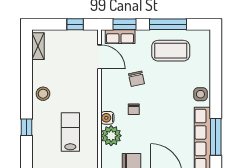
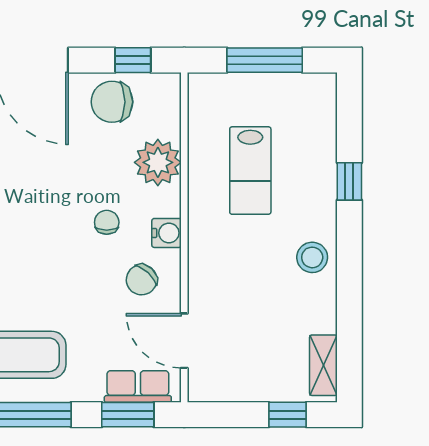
window: (75, 24) -> (287, 415), moved
chair: (136, 79) -> (142, 280), moved, turned -125
water cooler: (107, 118) -> (167, 233), moved

